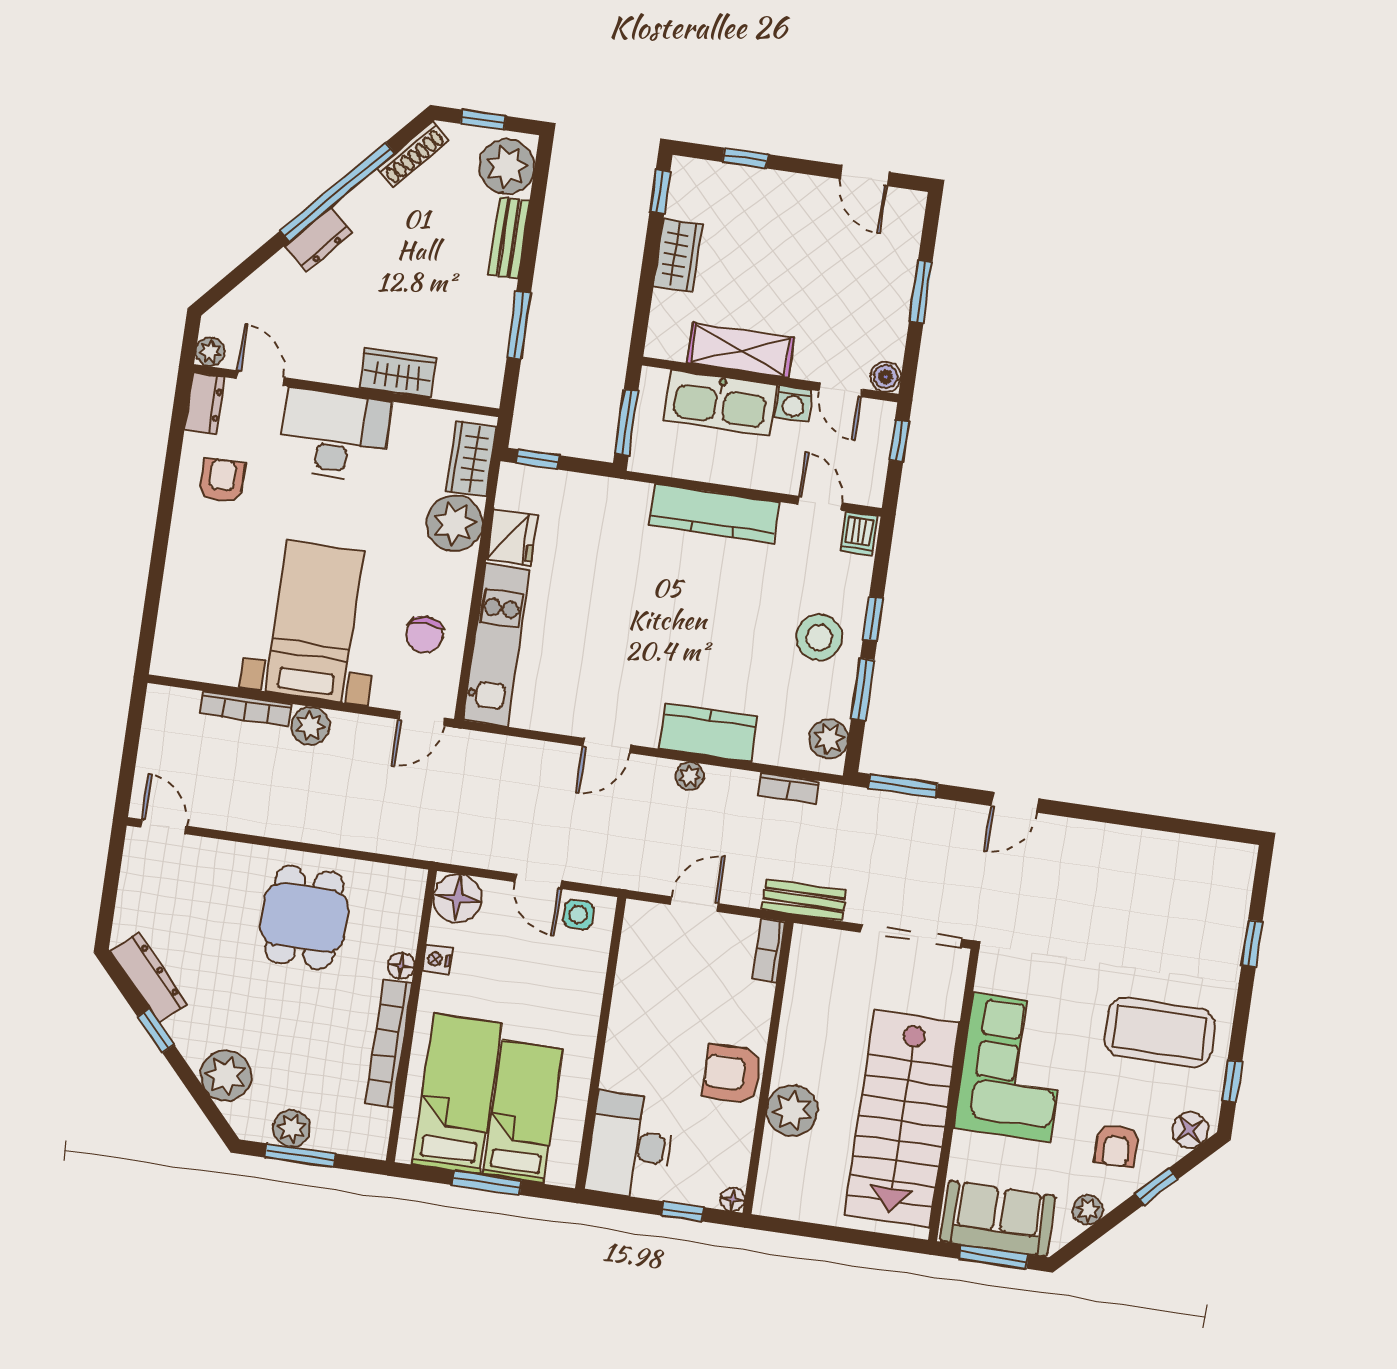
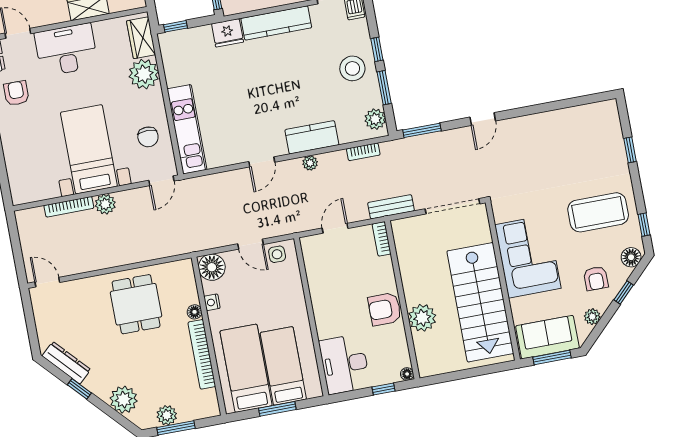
fridge: (512, 537) -> (228, 33), moved, turned 90

